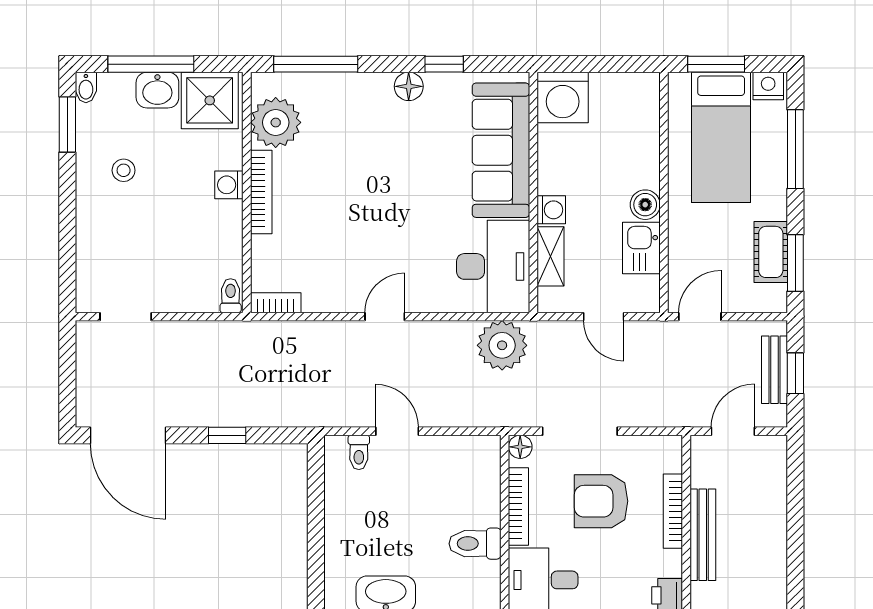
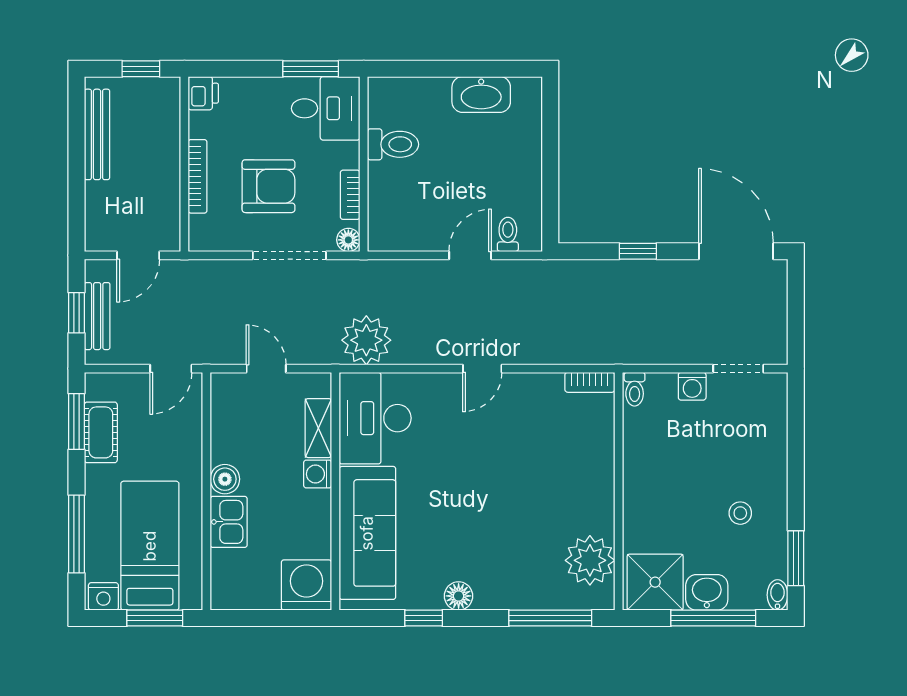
washing machine: (229, 185) -> (692, 386), moved, turned 90
bookcase: (261, 192) -> (604, 492), removed
kitchen sink: (641, 248) -> (229, 522), moved
door: (397, 431) -> (470, 255), swing flipped
bookcase: (518, 506) -> (350, 195), width x0.64
bench: (703, 535) -> (97, 134), moved

